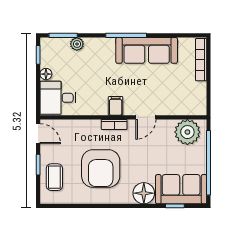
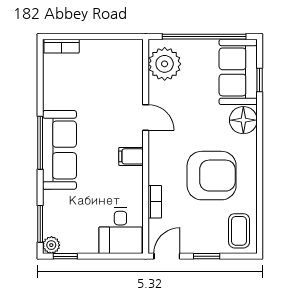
plant: (77, 44) -> (51, 245), moved
sofa: (147, 50) -> (59, 150), moved
bookcase: (201, 60) -> (62, 46), width x0.64
floor lamp: (46, 74) -> (90, 246), removed
bookcase: (114, 124) -> (155, 202), moved
coffee table: (54, 177) -> (239, 231), moved, turned 90

